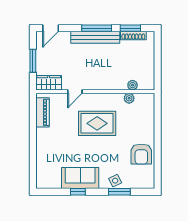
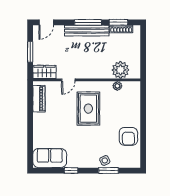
plant: (133, 85) -> (120, 70), width x1.87, depth x1.87
rug: (97, 123) -> (88, 109), turned 90
sofa: (80, 178) -> (50, 158), moved

